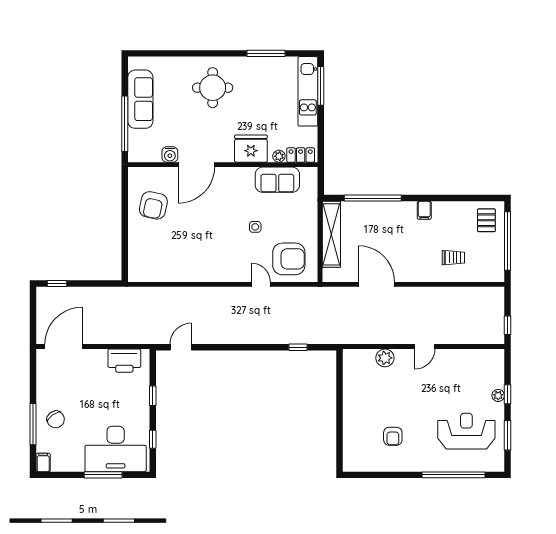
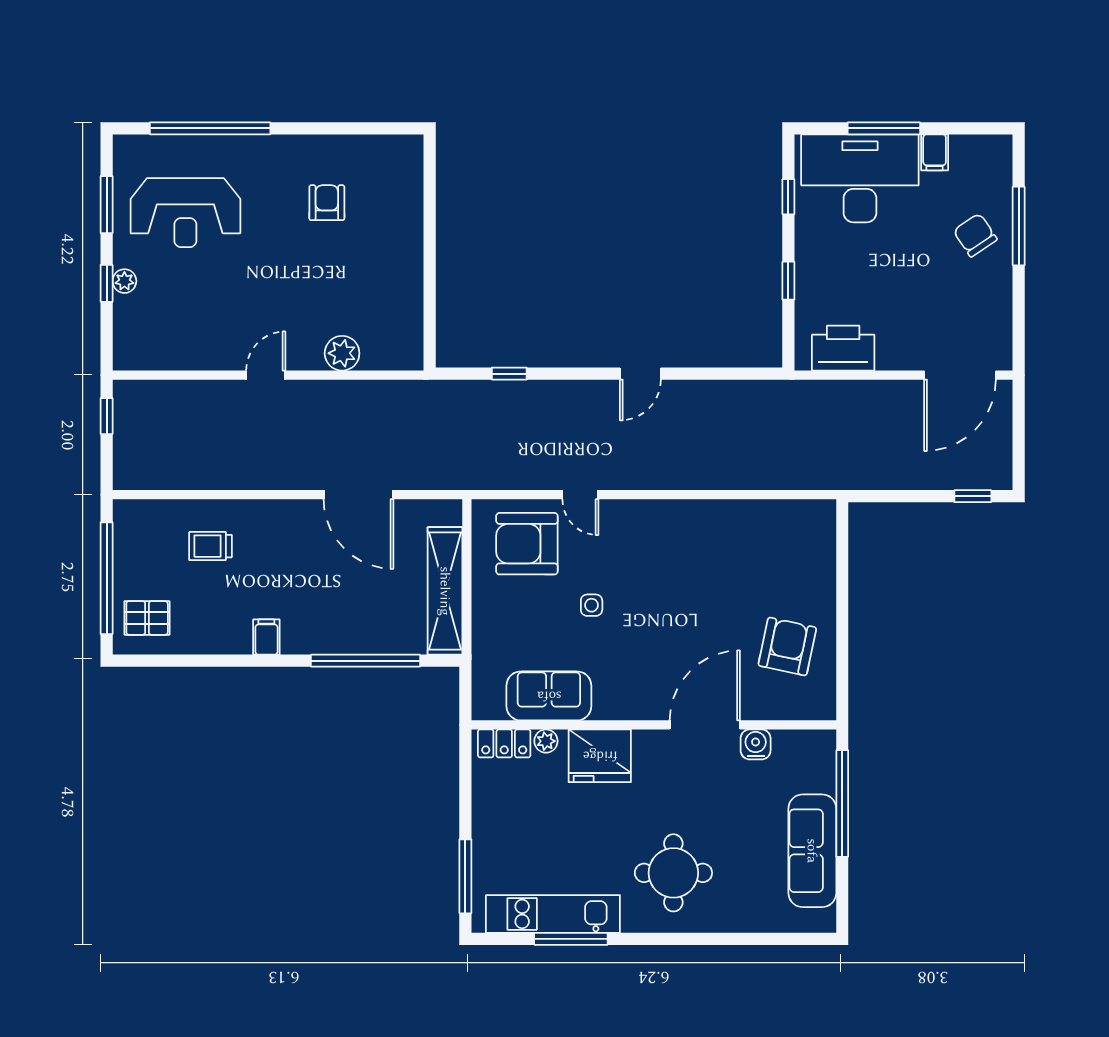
kitchen unit: (308, 91) -> (553, 914), moved, turned -90
pallet: (486, 220) -> (147, 618), turned 90
door: (181, 347) -> (640, 374), moved
filing cabinet: (43, 462) -> (935, 152), moved

